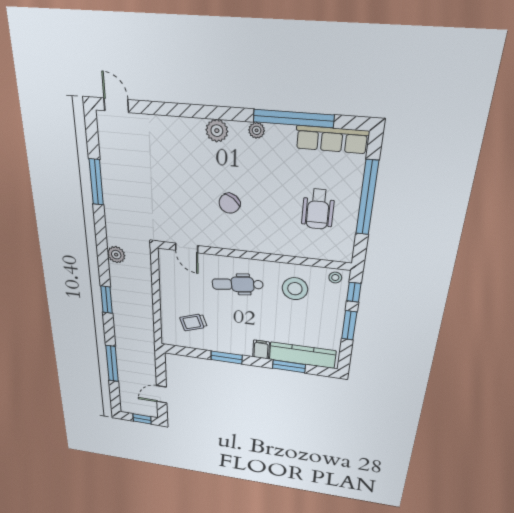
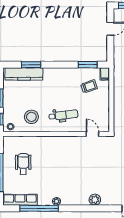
plant: (217, 131) -> (95, 200), moved
chair: (229, 203) -> (69, 162), removed
filing cabinet: (261, 349) -> (105, 74), moved
window: (227, 357) -> (88, 65), moved

